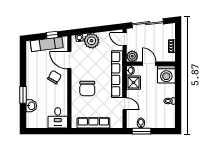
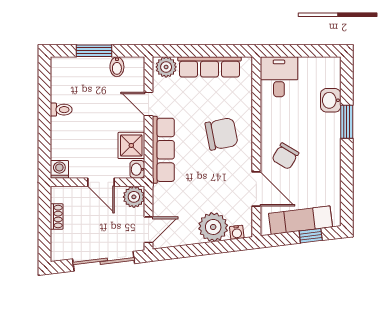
window: (52, 35) -> (311, 236), moved
door: (125, 39) -> (149, 230), hinge flipped
row of seats: (117, 74) -> (163, 150), width x0.73
washing machine: (166, 74) -> (59, 169), width x0.53, depth x0.53
chair: (87, 89) -> (222, 134), turned 79
plant: (116, 123) -> (166, 67), added
window: (142, 131) -> (94, 51), moved

